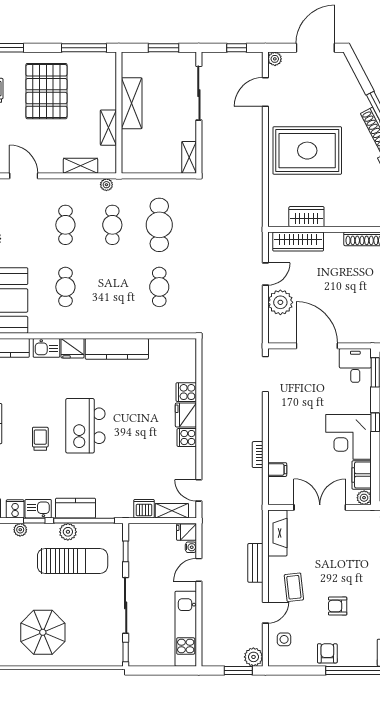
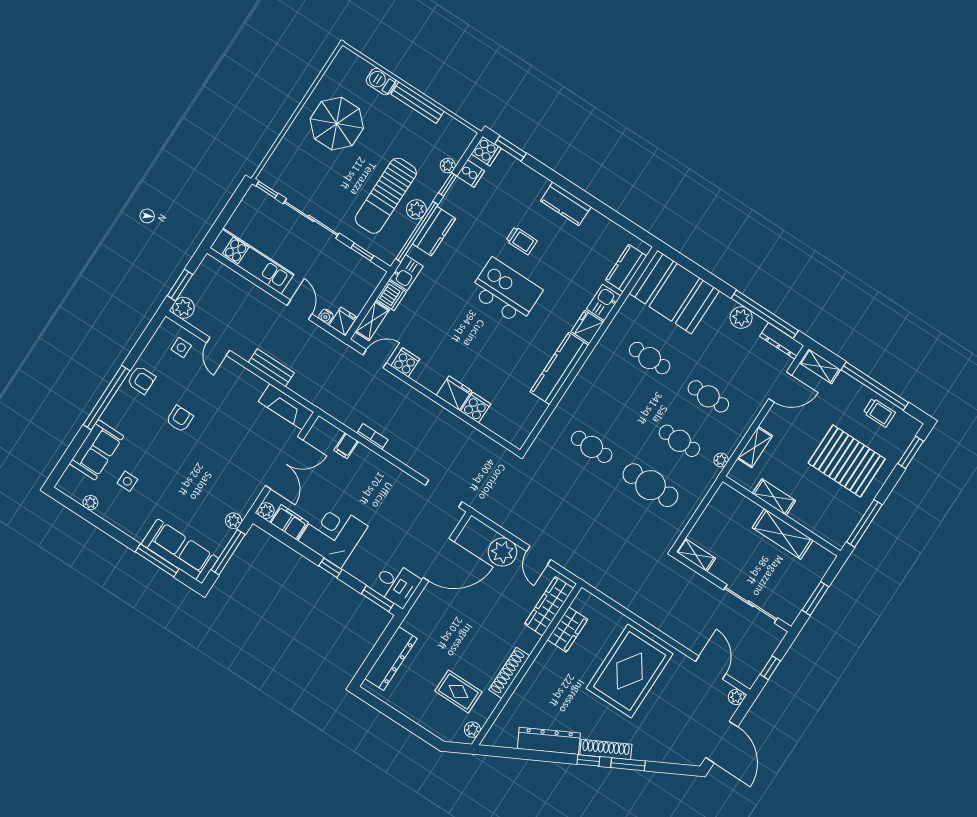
cooker: (187, 438) -> (405, 362), moved
kitchen sink: (38, 509) -> (406, 273), moved
coffee table: (294, 587) -> (224, 389), removed

